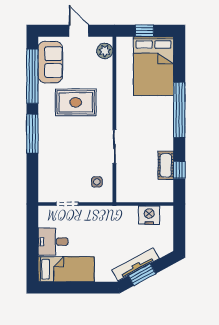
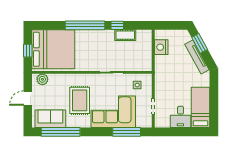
bed: (154, 66) -> (53, 49), width x1.36
window: (32, 134) -> (127, 132), moved
corner sofa: (60, 149) -> (113, 112), added
window: (179, 170) -> (117, 25), moved
window: (142, 275) -> (200, 43), moved

